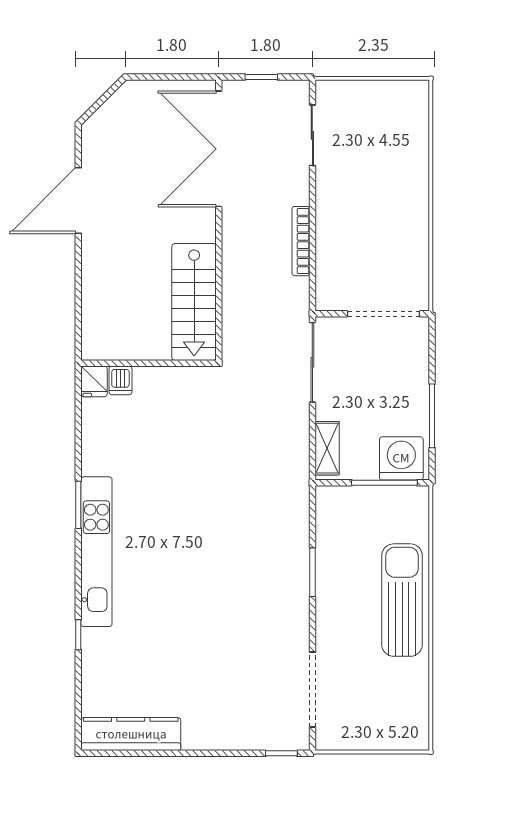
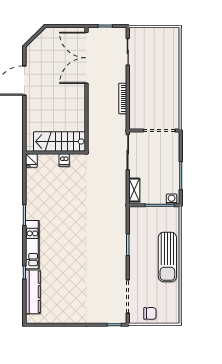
stairs: (194, 302) -> (59, 141), moved, turned 90
dishwasher: (120, 380) -> (64, 160), moved
washing machine: (401, 458) -> (172, 199), width x0.53, depth x0.53
kitchen unit: (96, 552) -> (32, 245), width x0.73
sun lounger: (402, 600) -> (167, 257), turned 180
chair: (362, 728) -> (150, 313), added
kitchen counter: (131, 734) -> (33, 292), moved, turned 90

